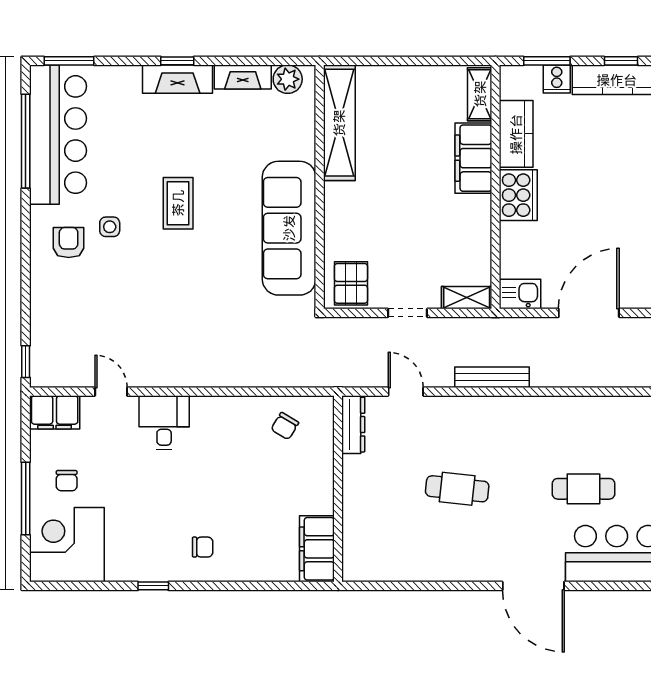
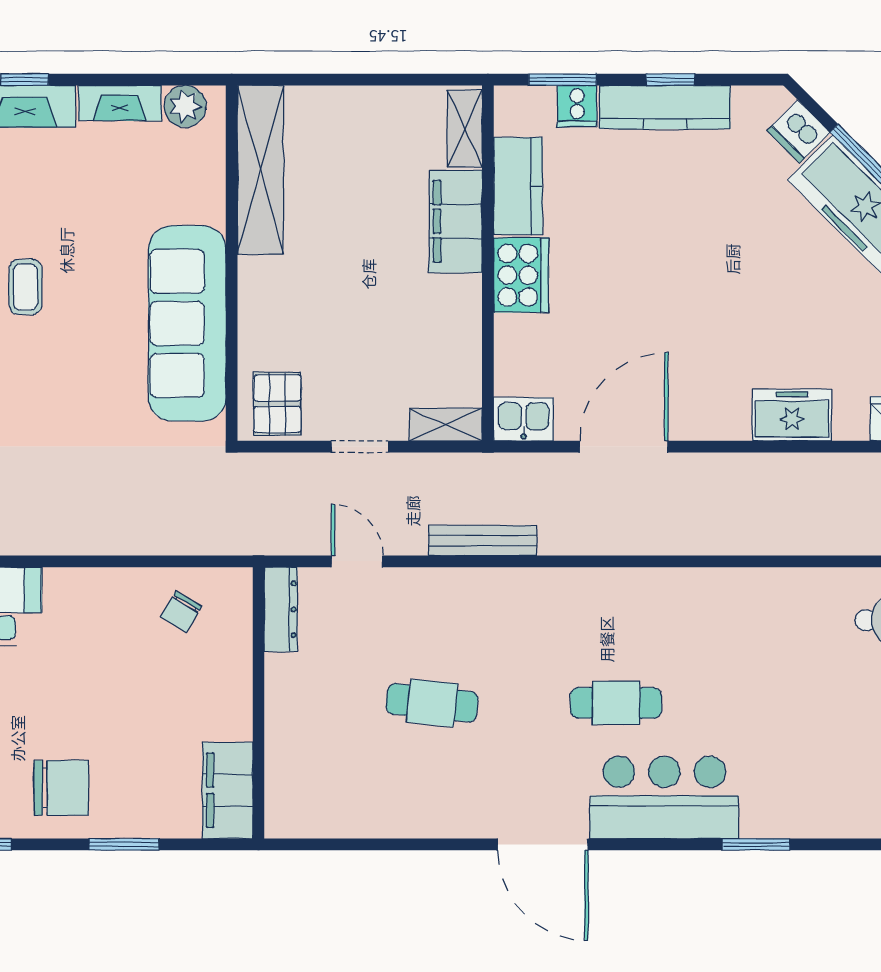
coffee table: (178, 203) -> (26, 287), width x0.73, depth x0.77
chair: (203, 547) -> (61, 788), width x1.87, depth x1.87
window: (246, 586) -> (124, 844), added

